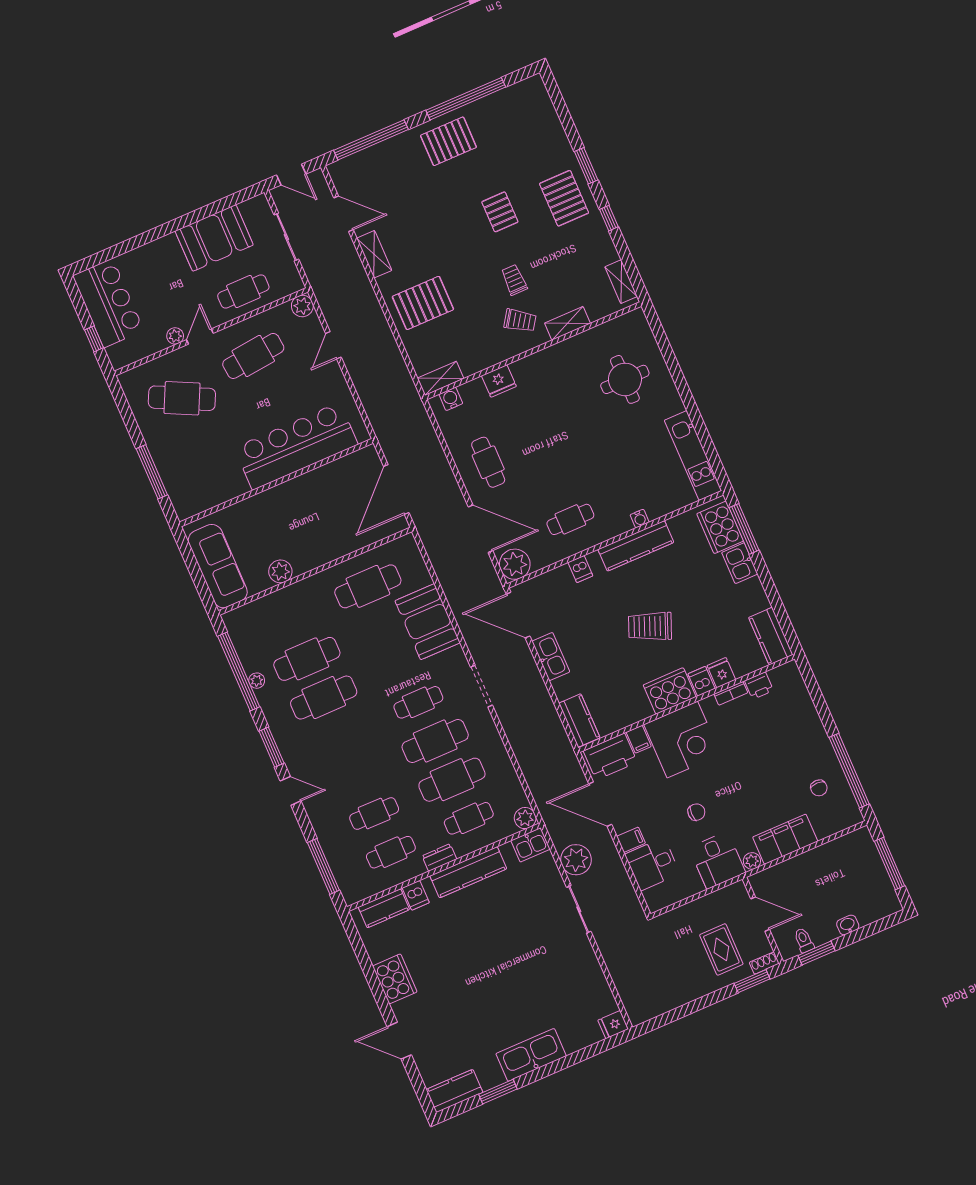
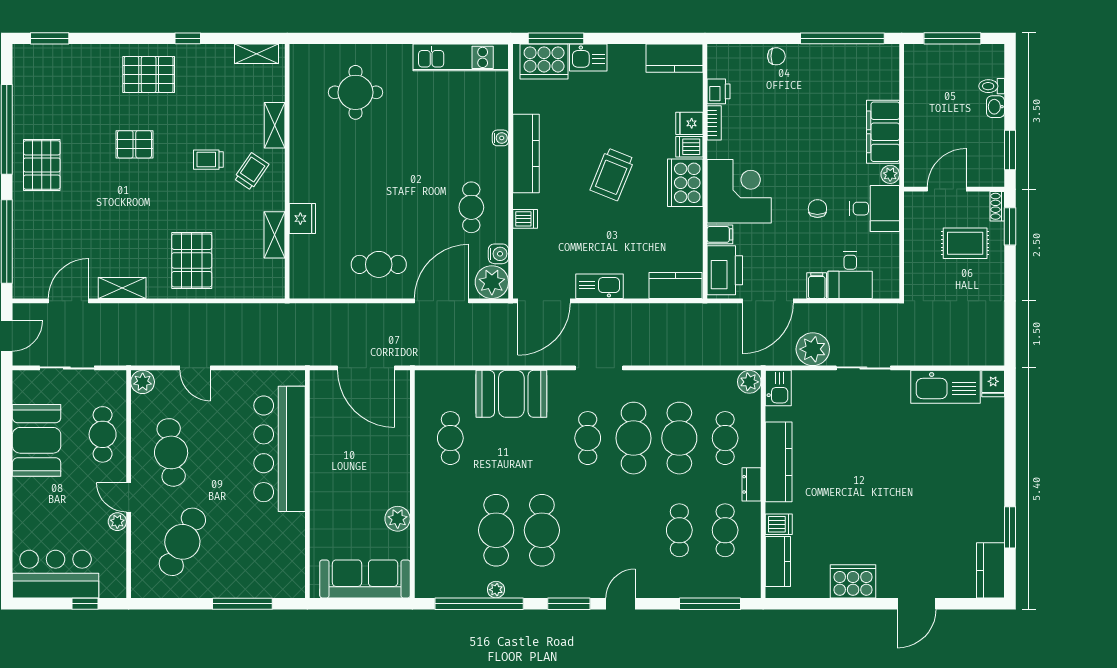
window: (586, 166) -> (50, 38), moved
shelving: (441, 378) -> (275, 235), moved
water cooler: (451, 399) -> (498, 254), moved, turned 180
cafe table: (368, 586) -> (450, 438), width x0.73, depth x0.74
chair: (819, 788) -> (776, 56), moved
toilet: (804, 940) -> (992, 86), moved
kitchen sink: (531, 1055) -> (946, 387), moved, turned -90

